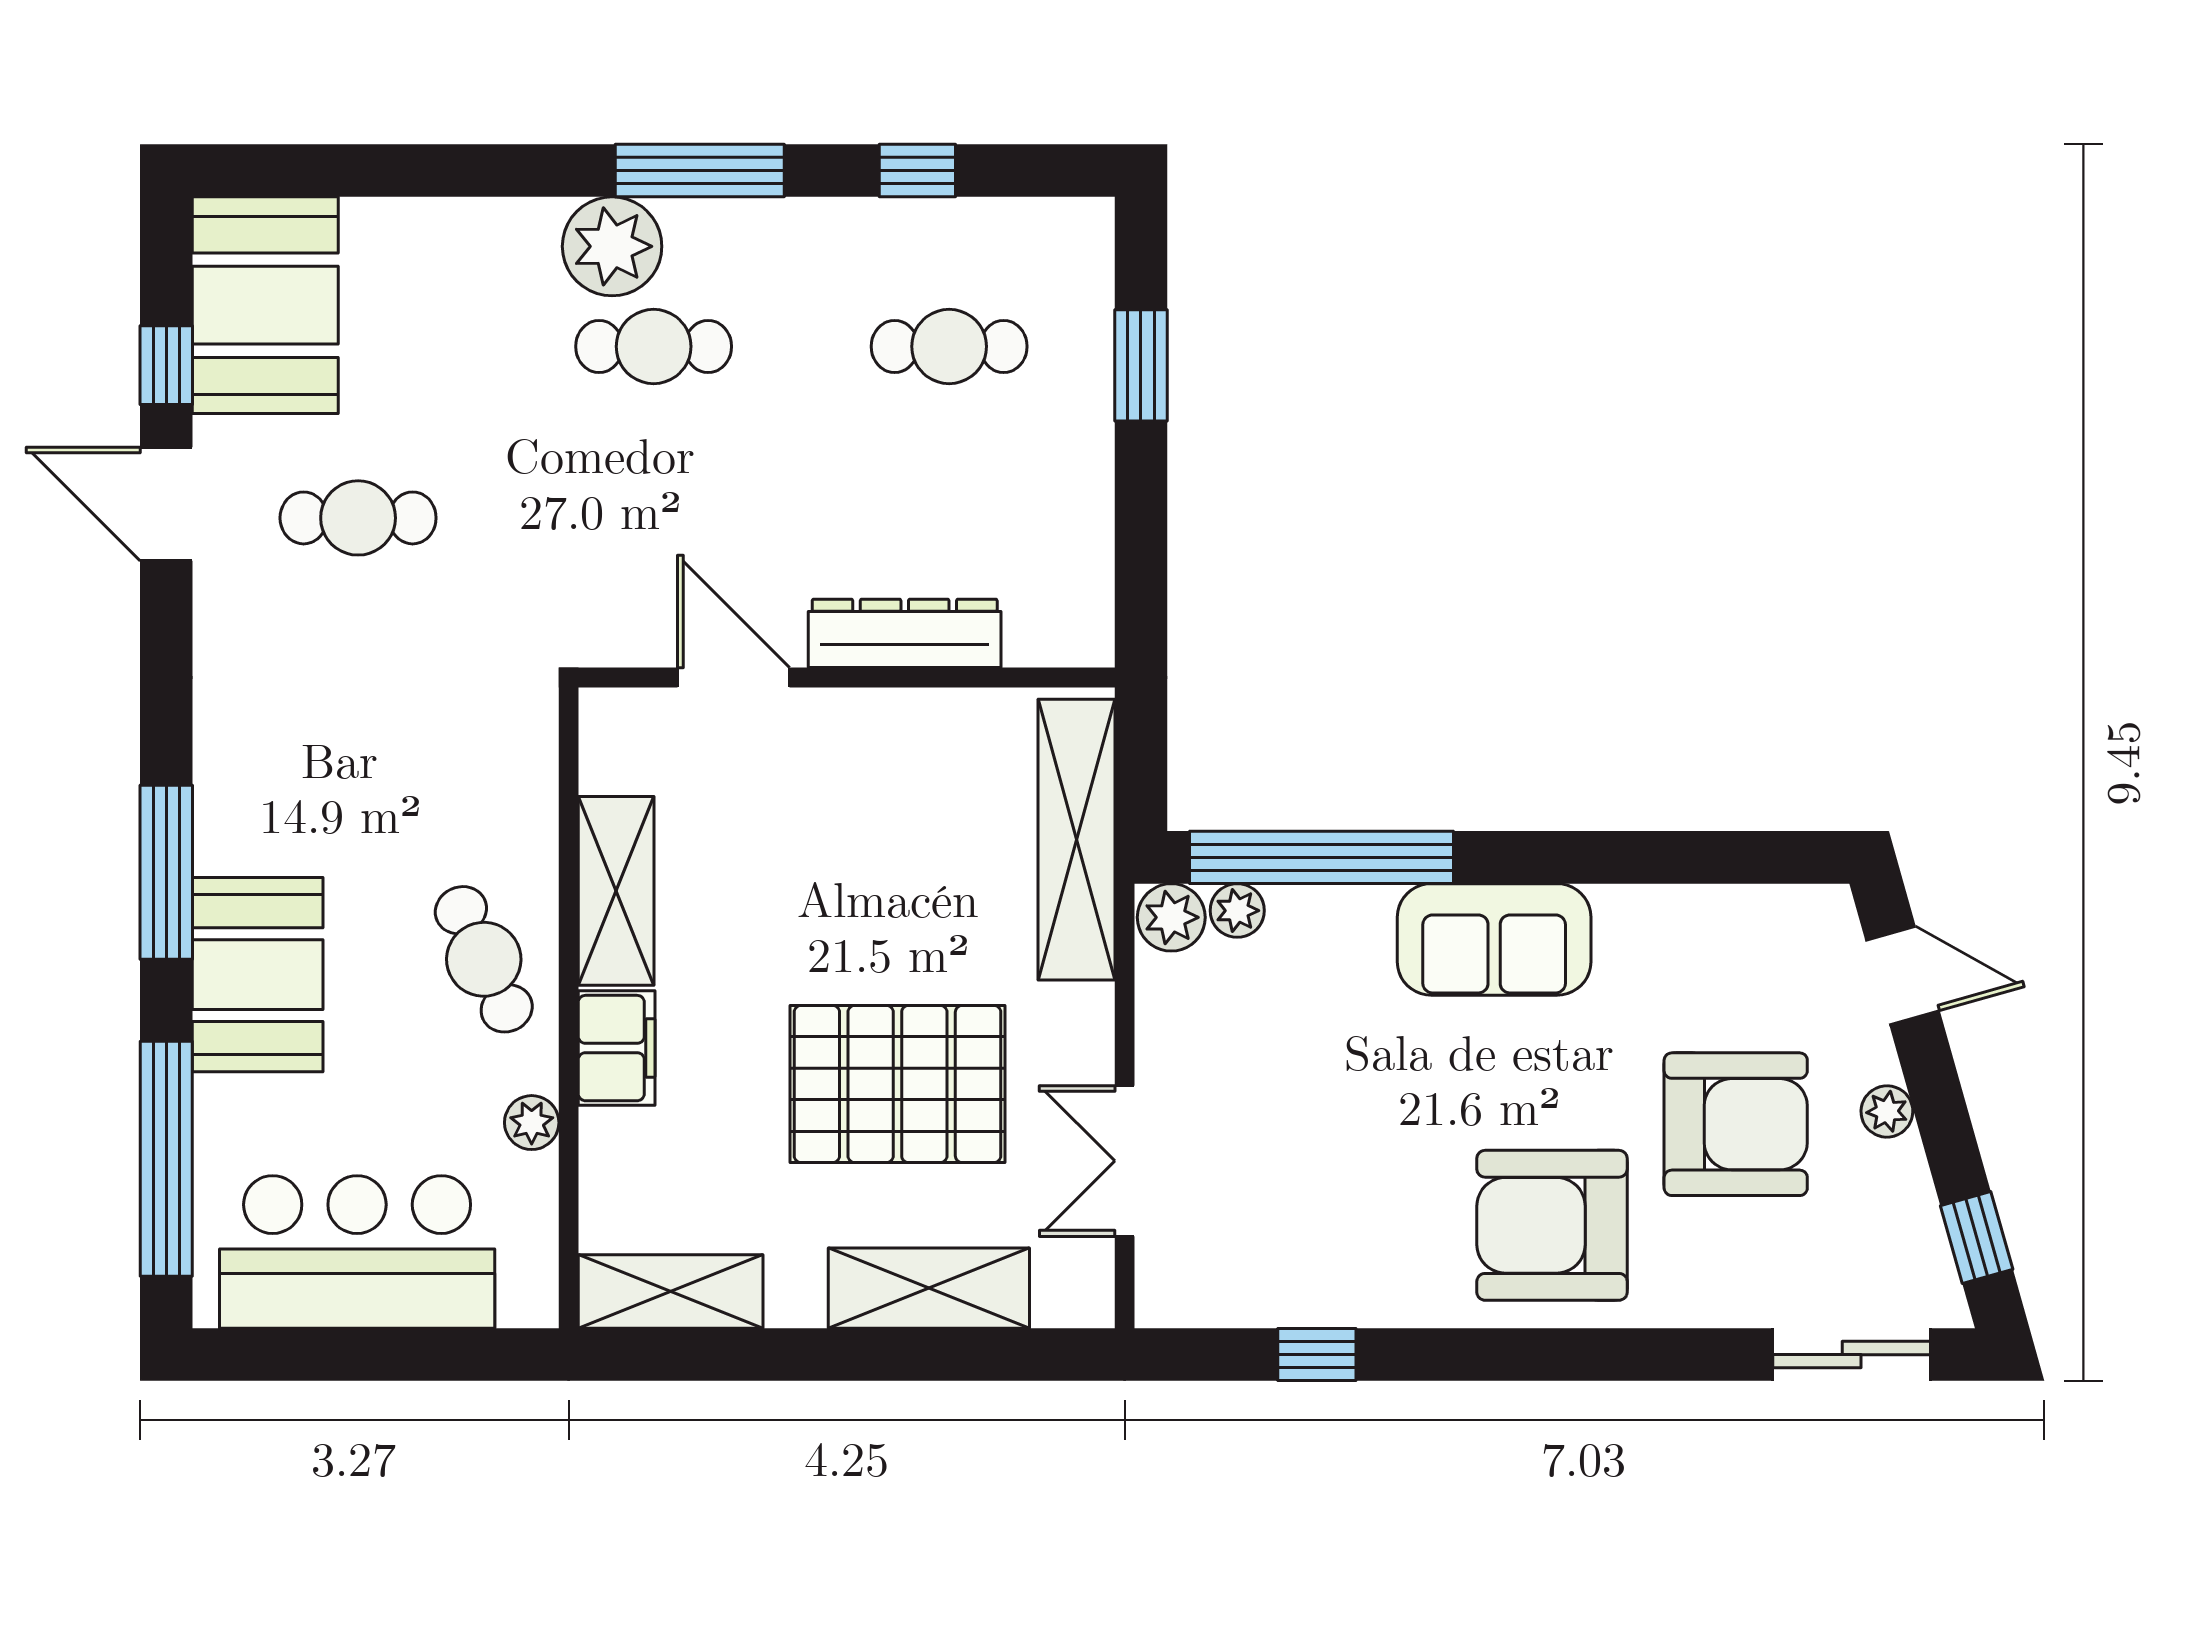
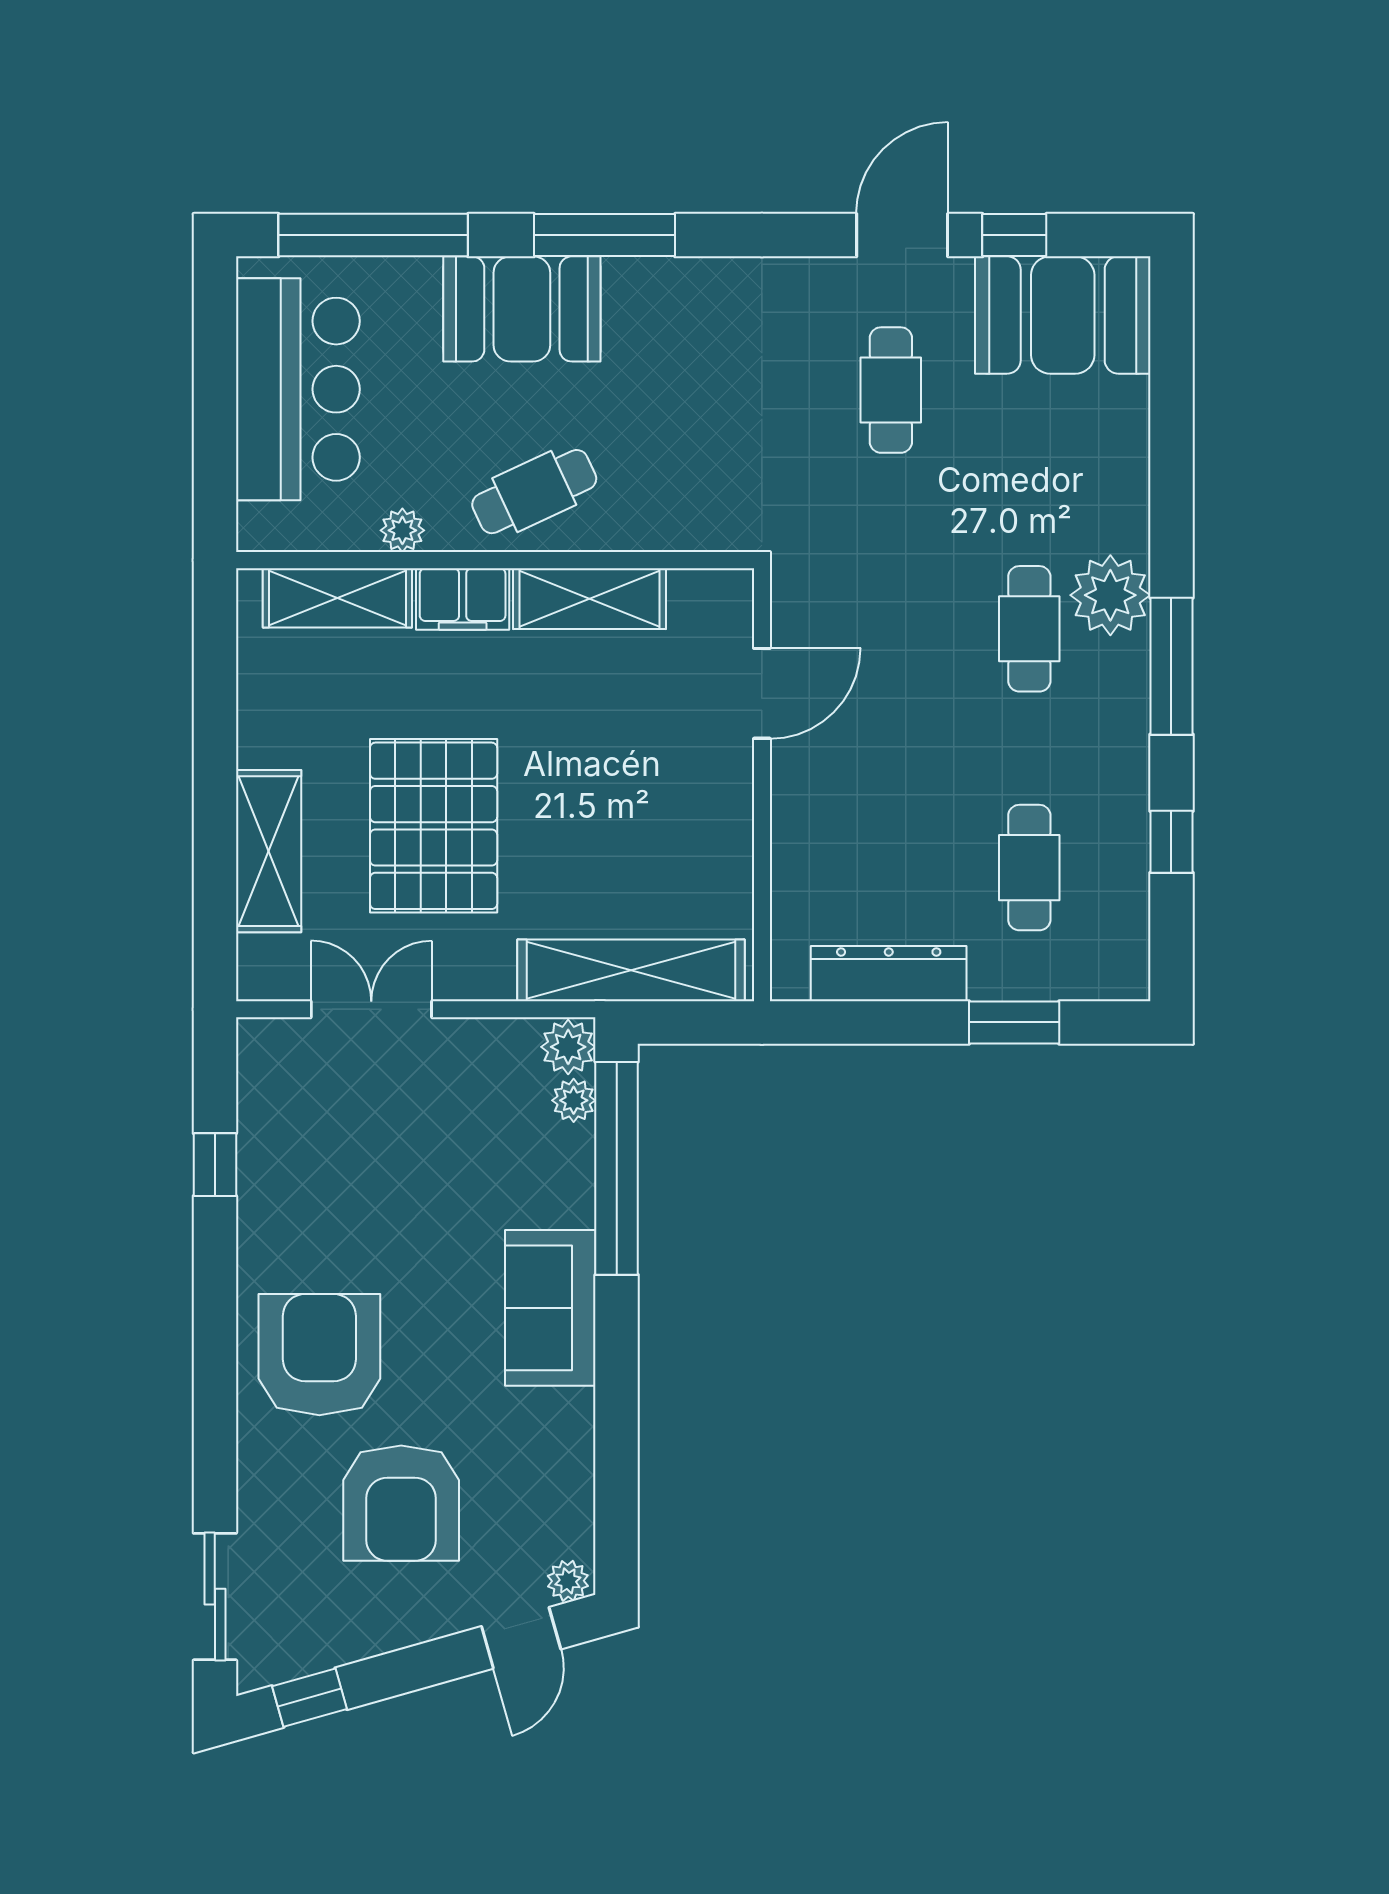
dresser: (905, 633) -> (889, 974), moved, turned -90
plant: (1887, 1111) -> (568, 1581), moved
shelving: (671, 1291) -> (337, 598), moved, turned 90

